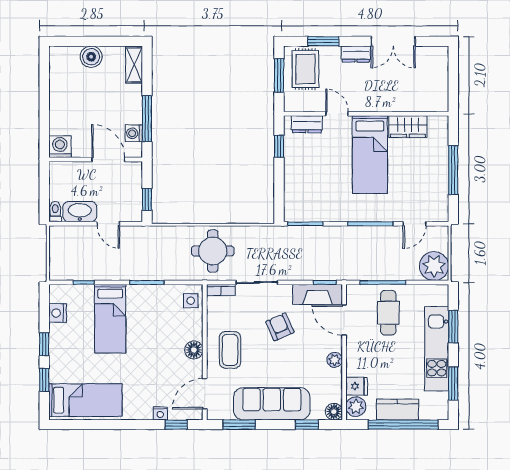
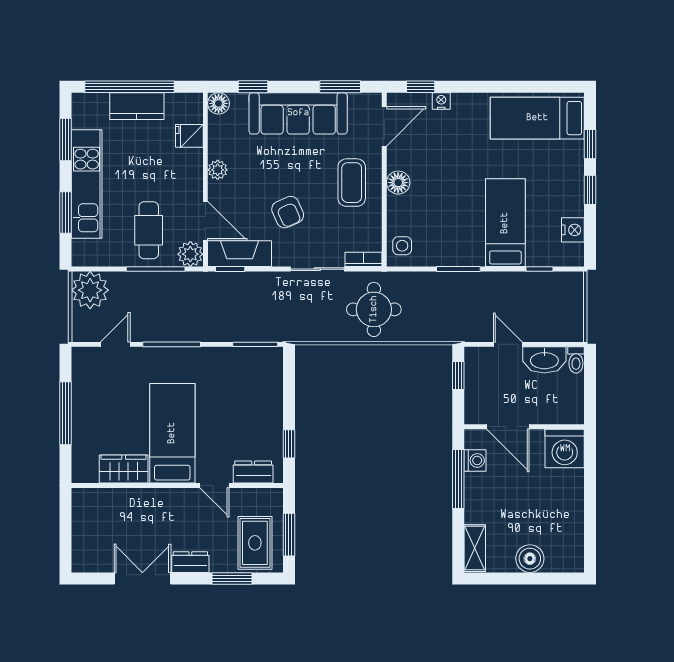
washing machine: (60, 147) -> (565, 449), width x1.37, depth x1.37
plant: (356, 407) -> (190, 254), moved

